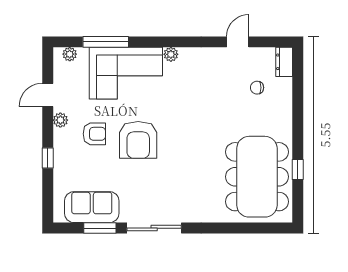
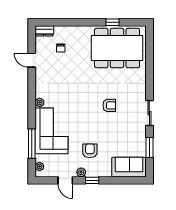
armchair: (138, 140) -> (109, 105), moved, width x0.53, depth x0.53
window: (48, 158) -> (92, 180), moved
sofa: (92, 207) -> (129, 167), moved, turned 90
sliding door: (154, 228) -> (149, 113), width x0.73

